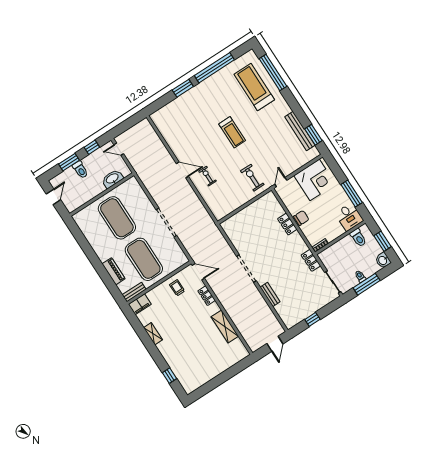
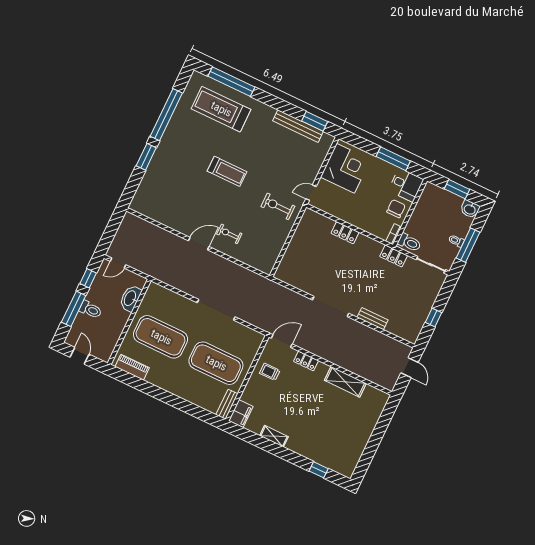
window: (69, 162) -> (74, 309), width x1.44
door: (281, 182) -> (311, 193), hinge flipped
chair: (301, 218) -> (396, 209), moved
toilet: (358, 238) -> (409, 243), moved
piano: (114, 271) -> (132, 367), moved

